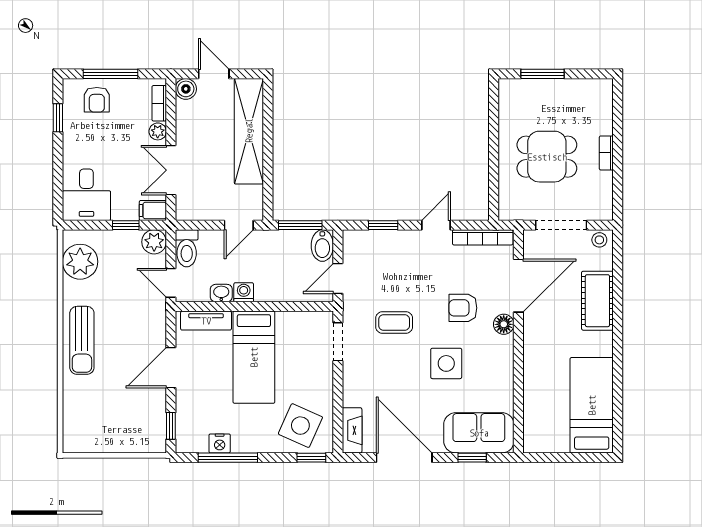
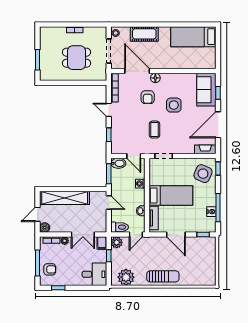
dining table: (547, 157) -> (76, 58), turned 90
washing machine: (244, 292) -> (140, 184), moved

